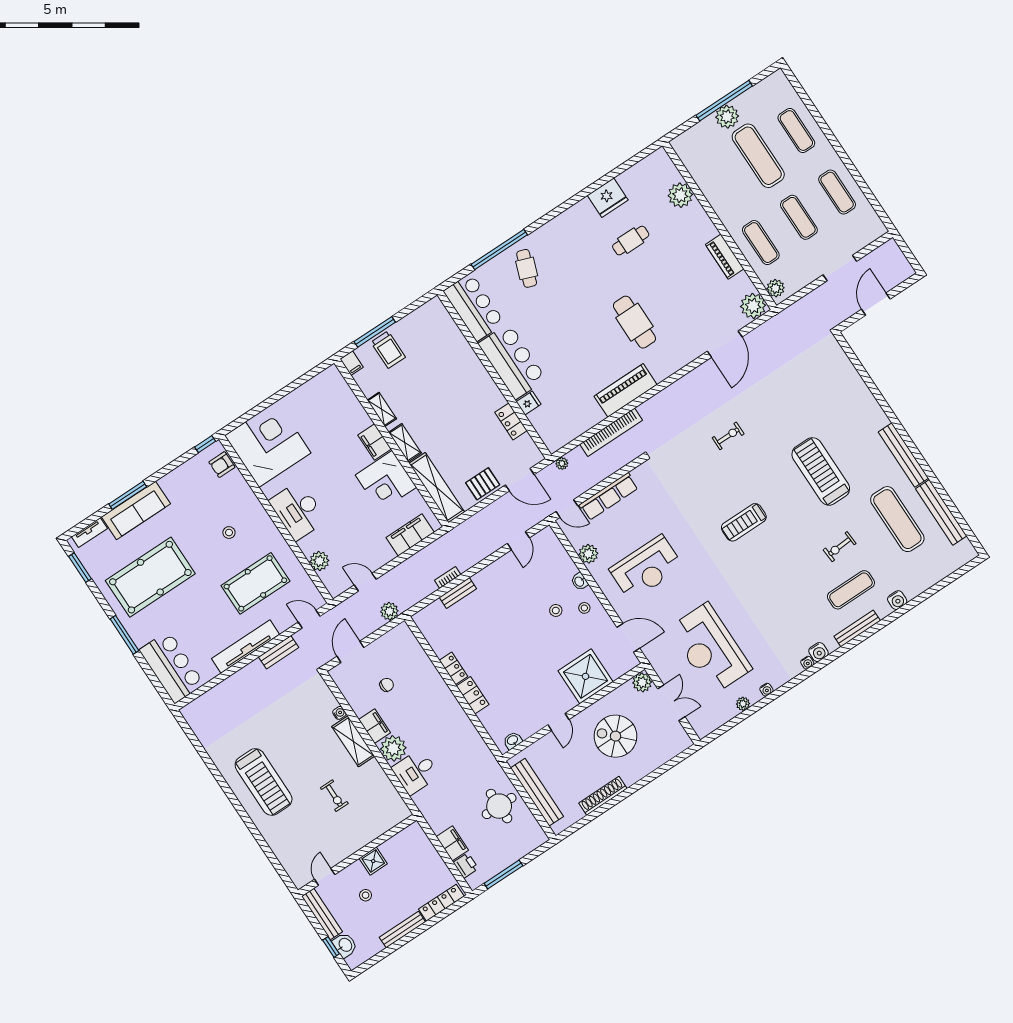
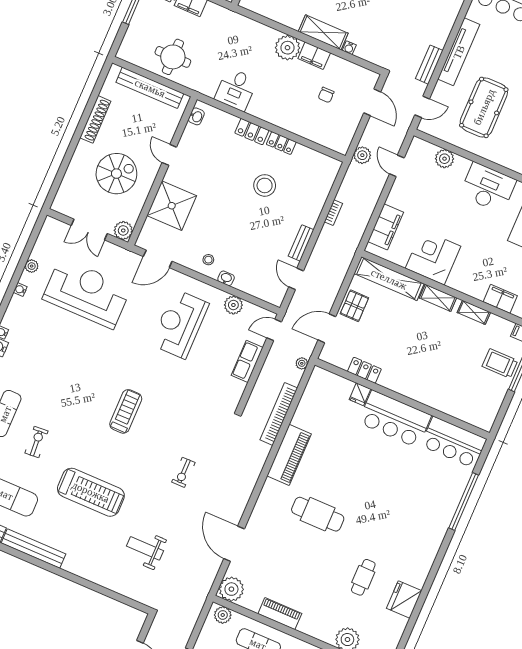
cafe table: (527, 268) -> (432, 501), removed
weight bench: (806, 391) -> (145, 548), added
filing cabinet: (375, 442) -> (500, 299), moved
row of seats: (609, 496) -> (247, 361), width x0.68
door: (365, 582) -> (397, 166), swing flipped
bench: (458, 593) -> (301, 243), moved
stool: (556, 610) -> (265, 185), moved, width x1.89, depth x1.89
desk: (416, 772) -> (236, 89), moved, turned 180

